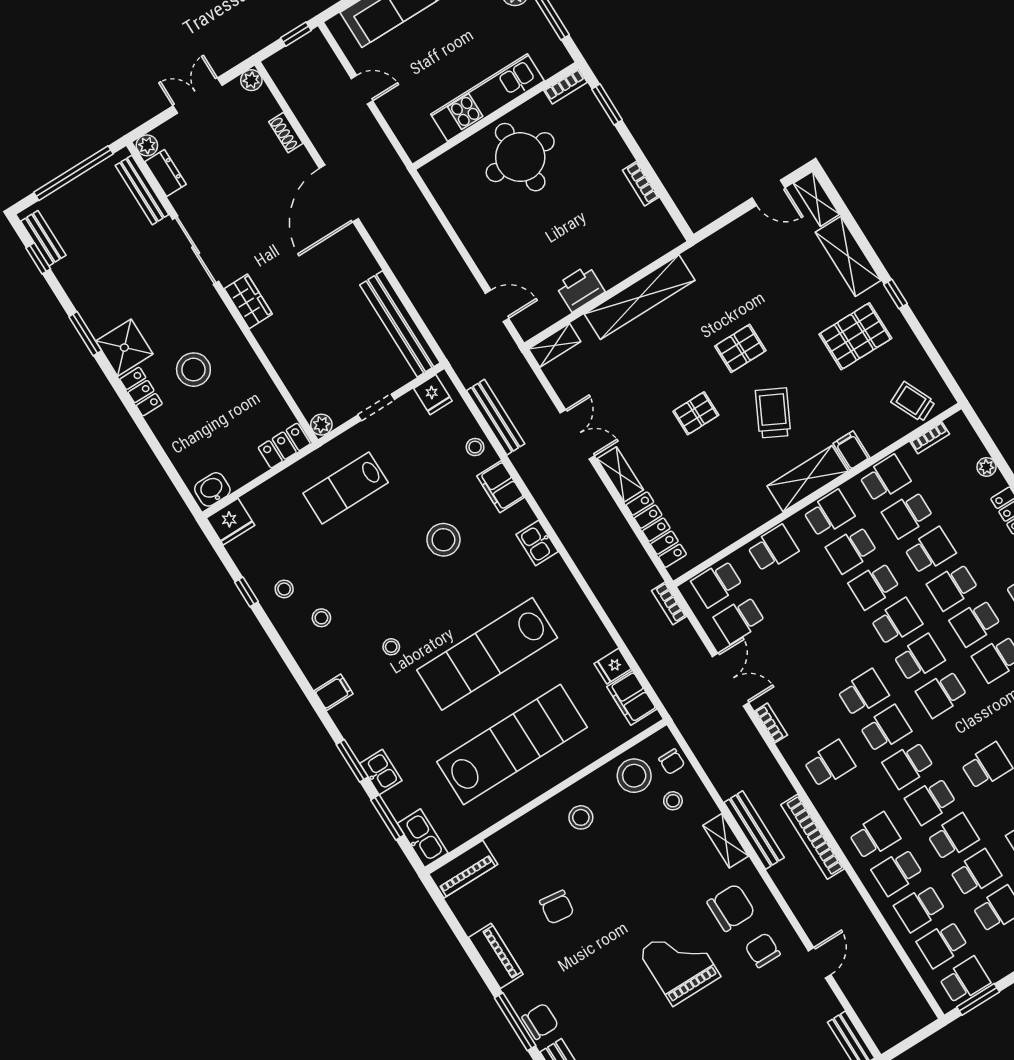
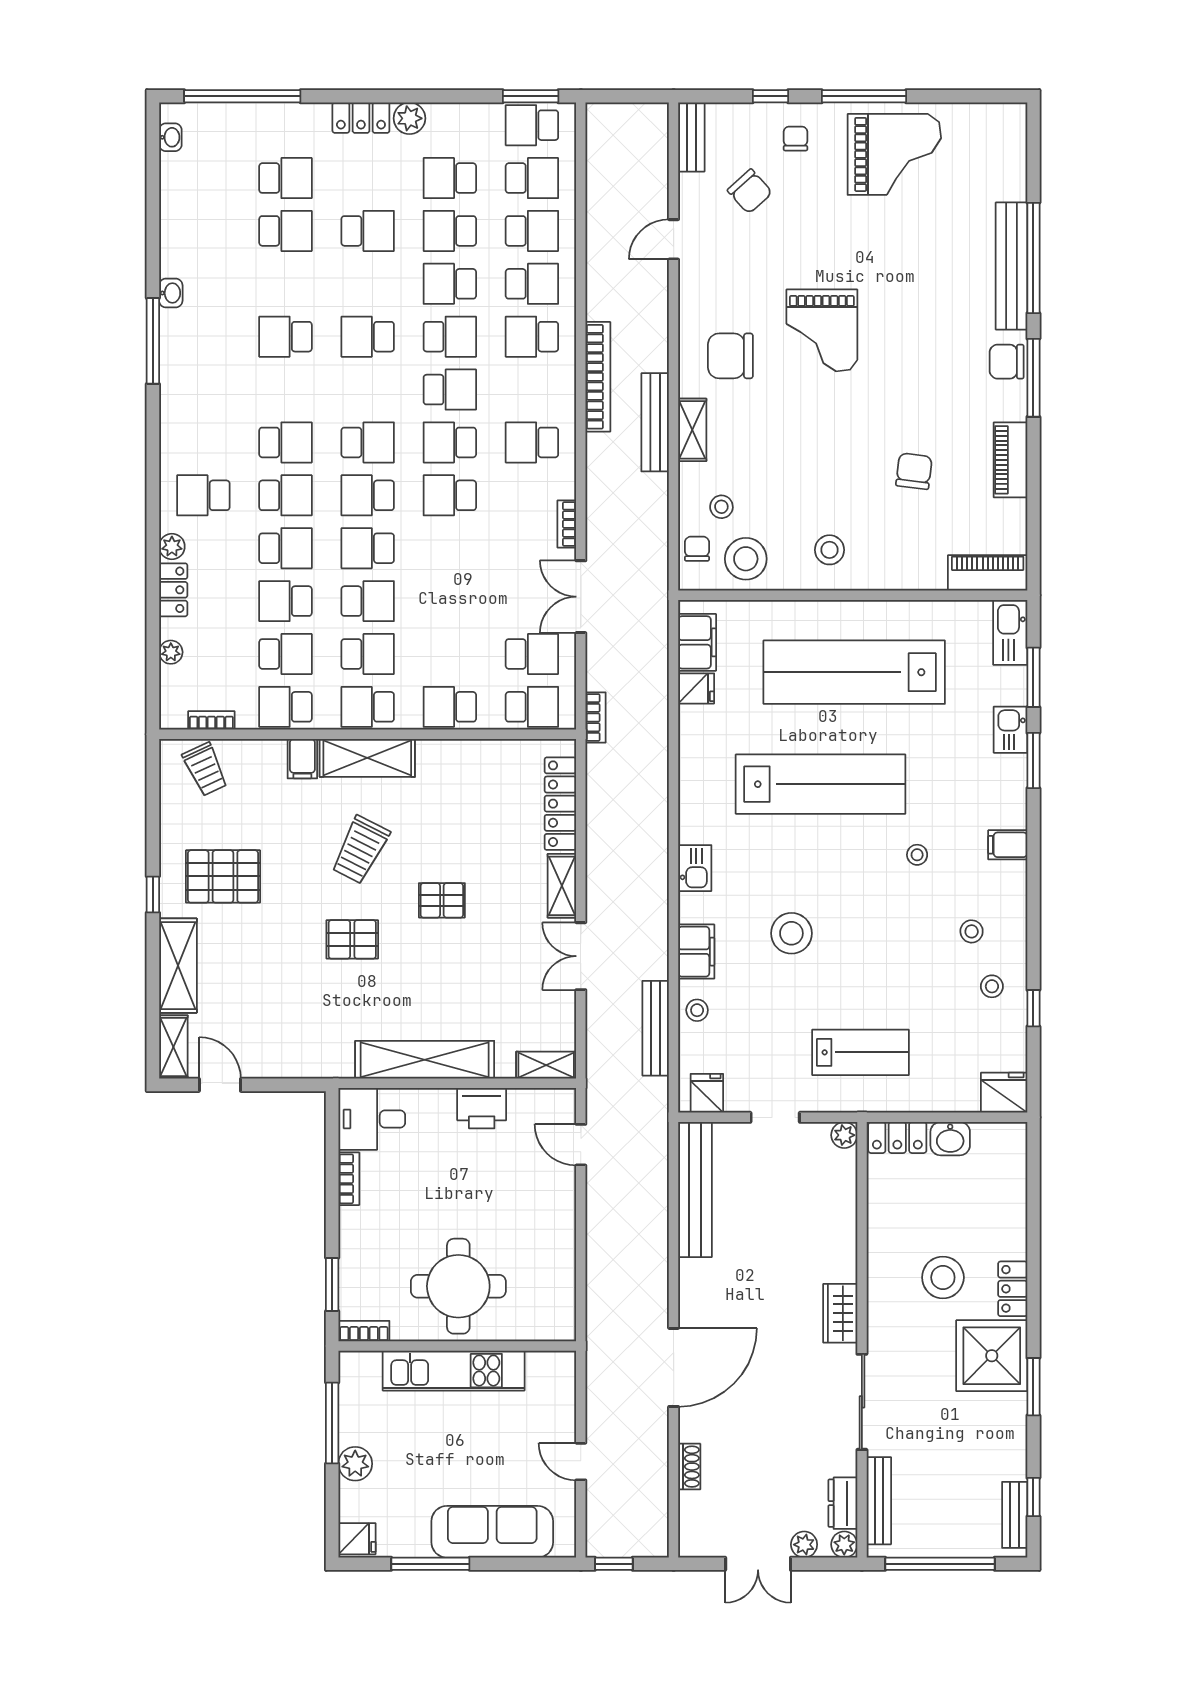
plant: (251, 80) -> (804, 1545), moved
desk: (651, 234) -> (372, 1119), added
shower: (124, 348) -> (992, 1356), width x1.37, depth x1.37
washbasin: (212, 489) -> (950, 1139), moved
chair: (763, 950) -> (750, 191), moved, turned -42

